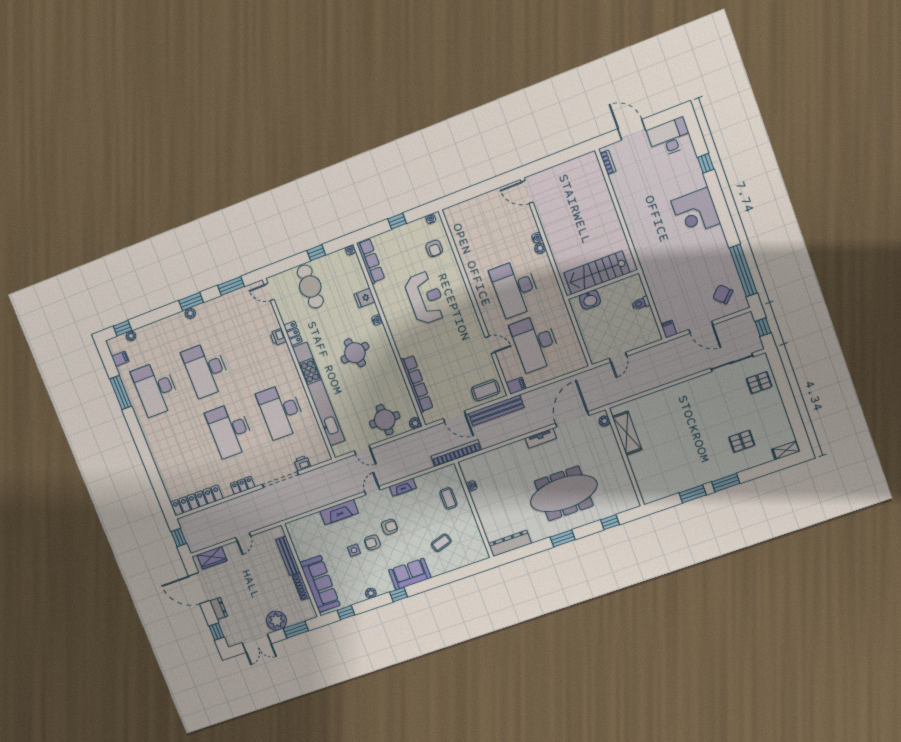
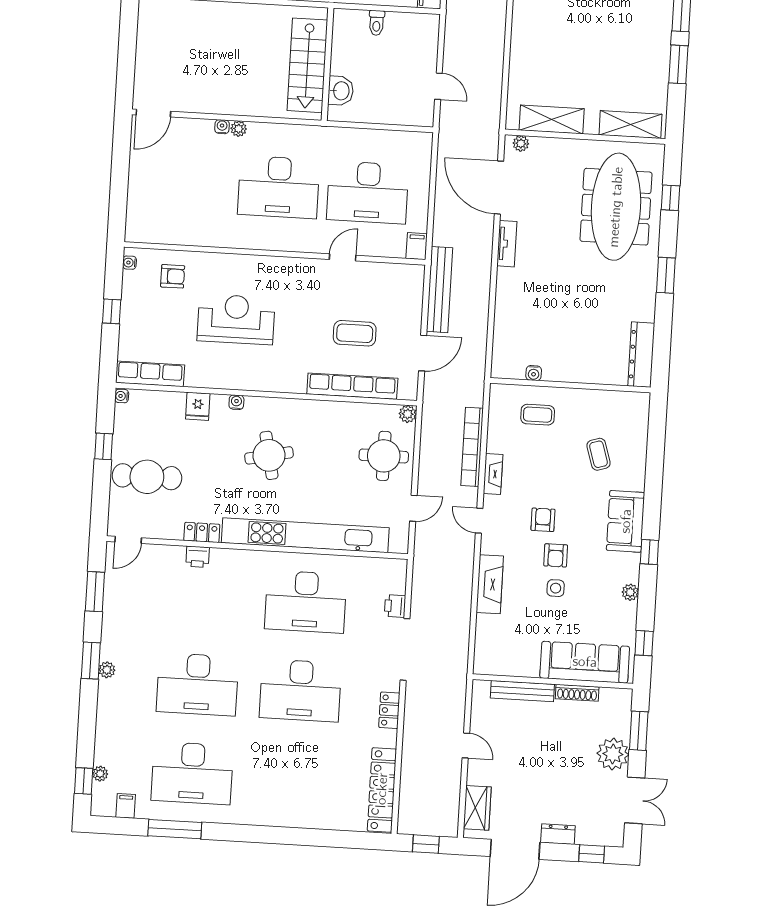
coffee table: (486, 390) -> (355, 333), moved, turned 90
bookcase: (456, 453) -> (472, 447), moved
shelving: (644, 481) -> (630, 125), added
meeting table: (564, 493) -> (616, 207), moved

